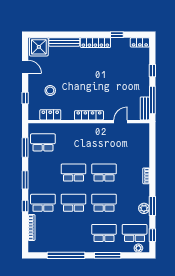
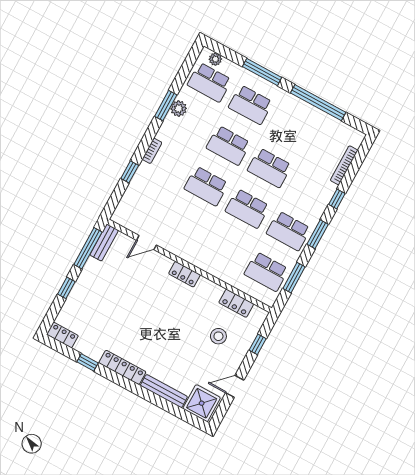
door: (25, 67) -> (235, 386), hinge flipped
locker: (89, 115) -> (184, 274), width x0.66
school desk: (43, 203) -> (288, 231), moved
window: (152, 235) -> (130, 172), moved

